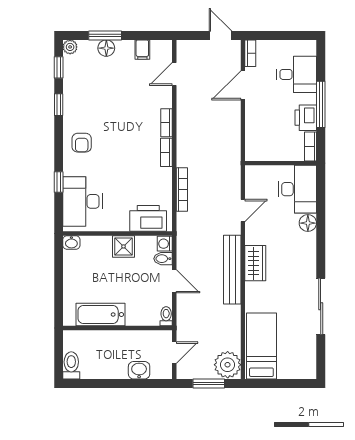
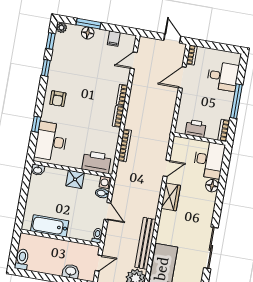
printer: (306, 118) -> (196, 128), moved, turned 90
wardrobe: (255, 263) -> (171, 197), moved
bench: (232, 270) -> (145, 243), moved

